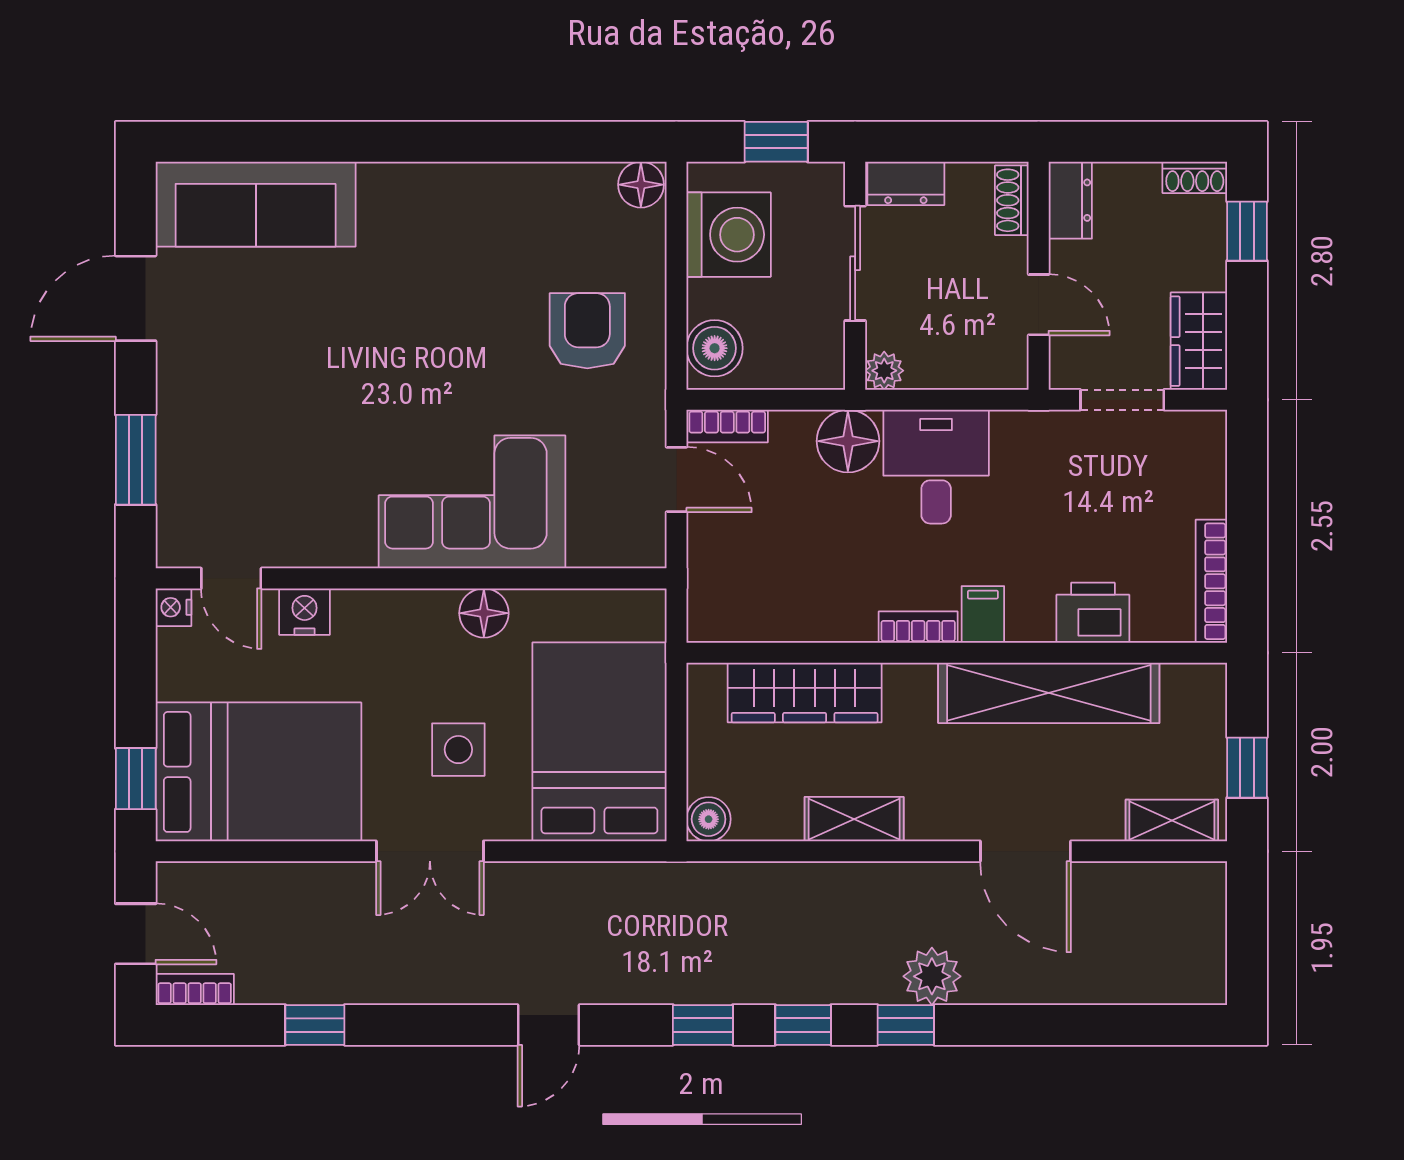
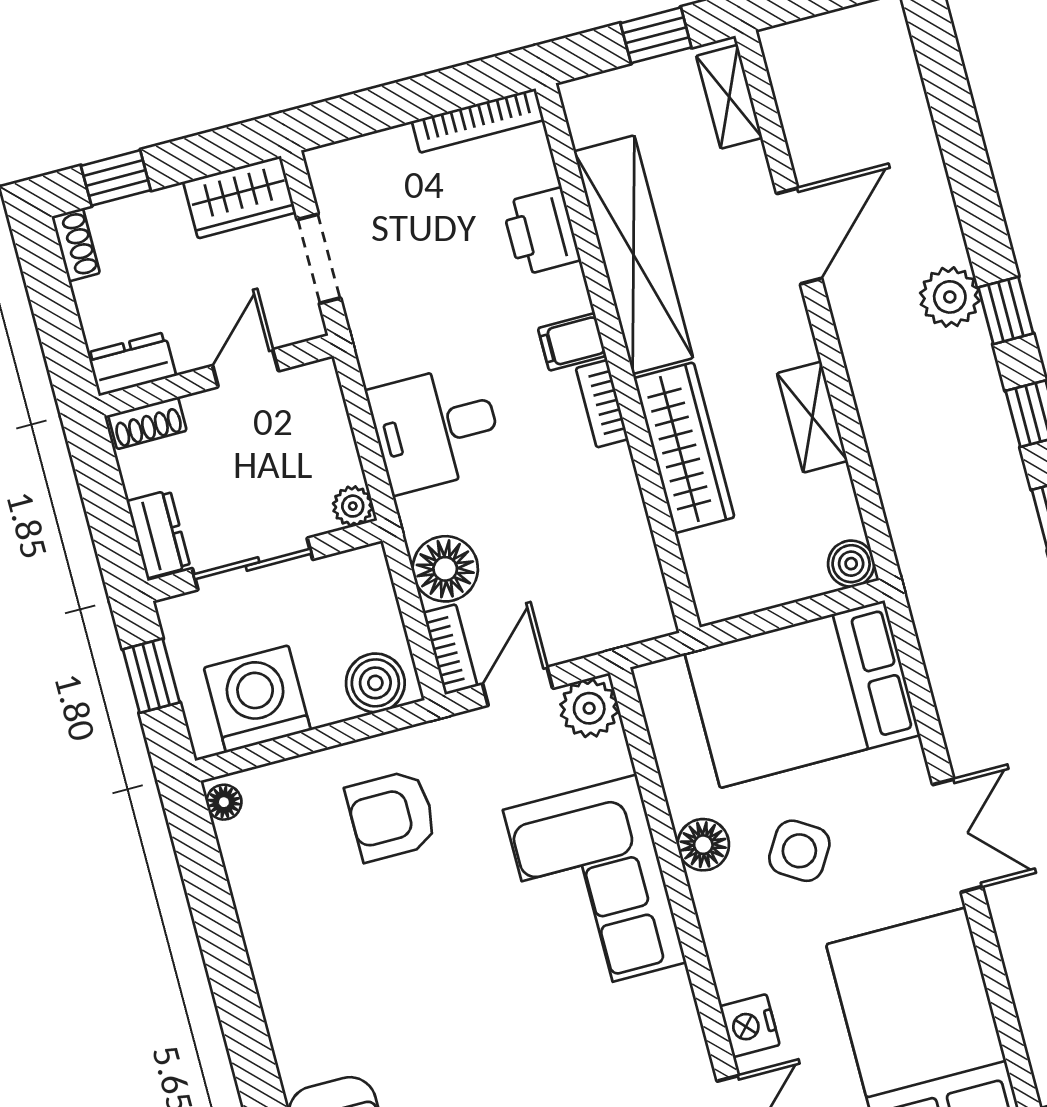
floor lamp: (641, 185) -> (224, 802), width x0.73, depth x0.73
floor lamp: (848, 441) -> (445, 569), moved
plant: (639, 541) -> (589, 708), added
wardrobe: (805, 693) -> (684, 448), moved
side table: (458, 750) -> (799, 851), moved, turned 32

